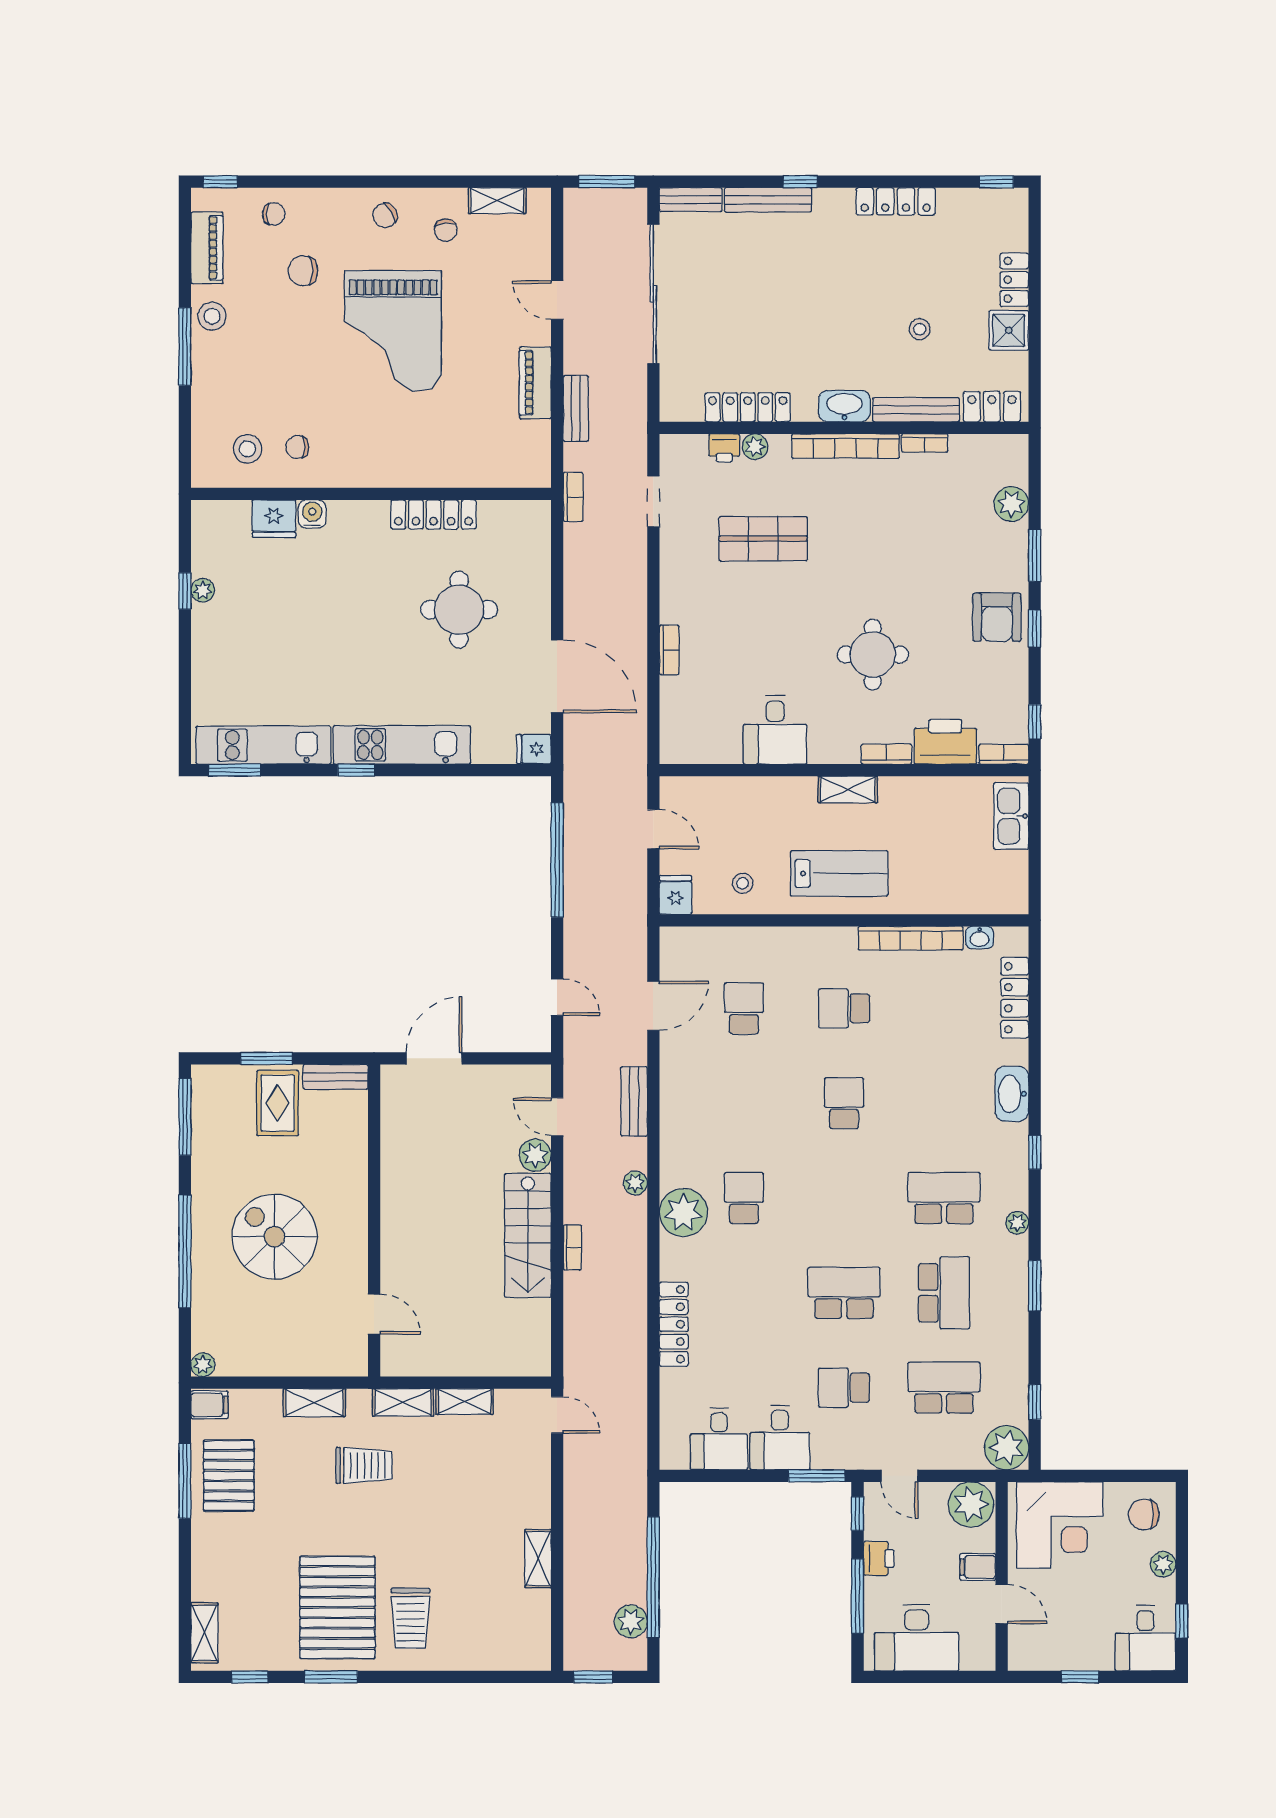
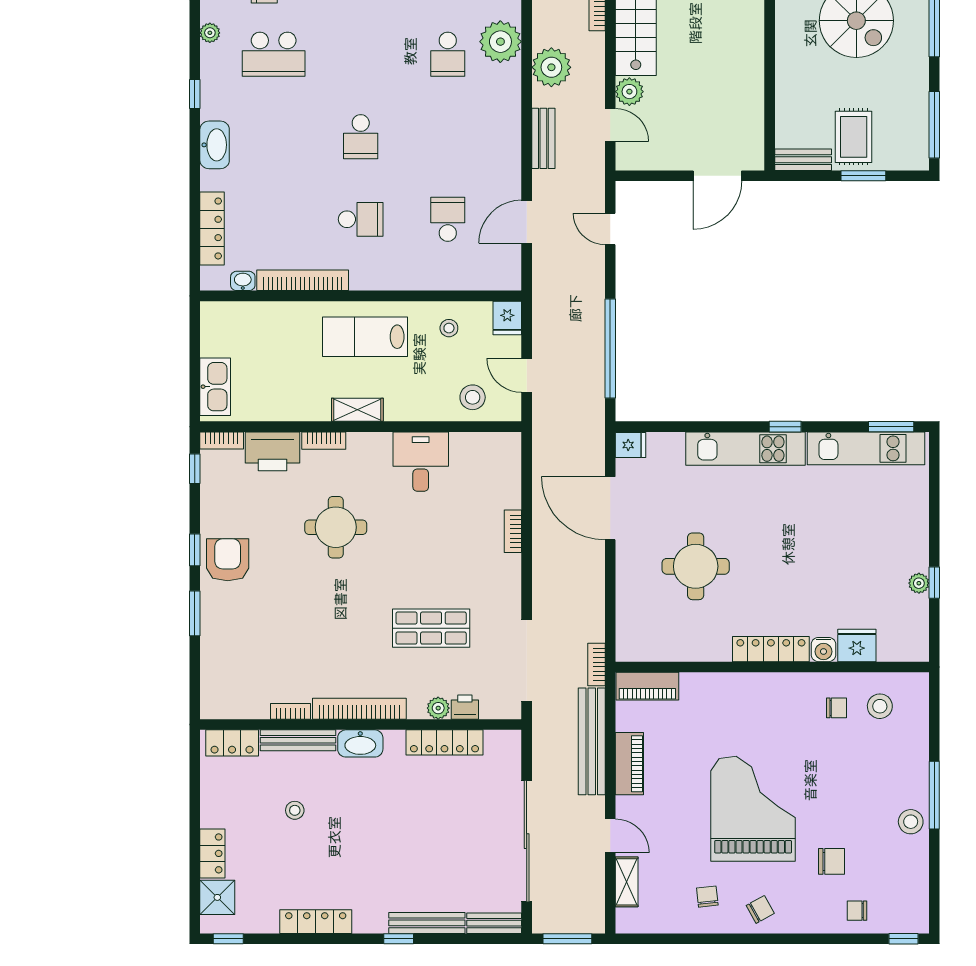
shelving: (497, 201) -> (627, 882), moved, turned 90
piano: (207, 248) -> (647, 686), moved, turned -90
shower: (1009, 330) -> (217, 897), moved
bench: (576, 409) -> (592, 741), width x1.86, depth x1.21
doorway: (653, 501) -> (527, 660), width x1.88
plant: (1011, 504) -> (215, 658), removed
locker: (433, 514) -> (771, 649), moved
stool: (715, 804) -> (473, 397), added
school desk: (744, 1008) -> (448, 219), turned 180
plant: (635, 1183) -> (551, 67), width x1.87, depth x1.87

